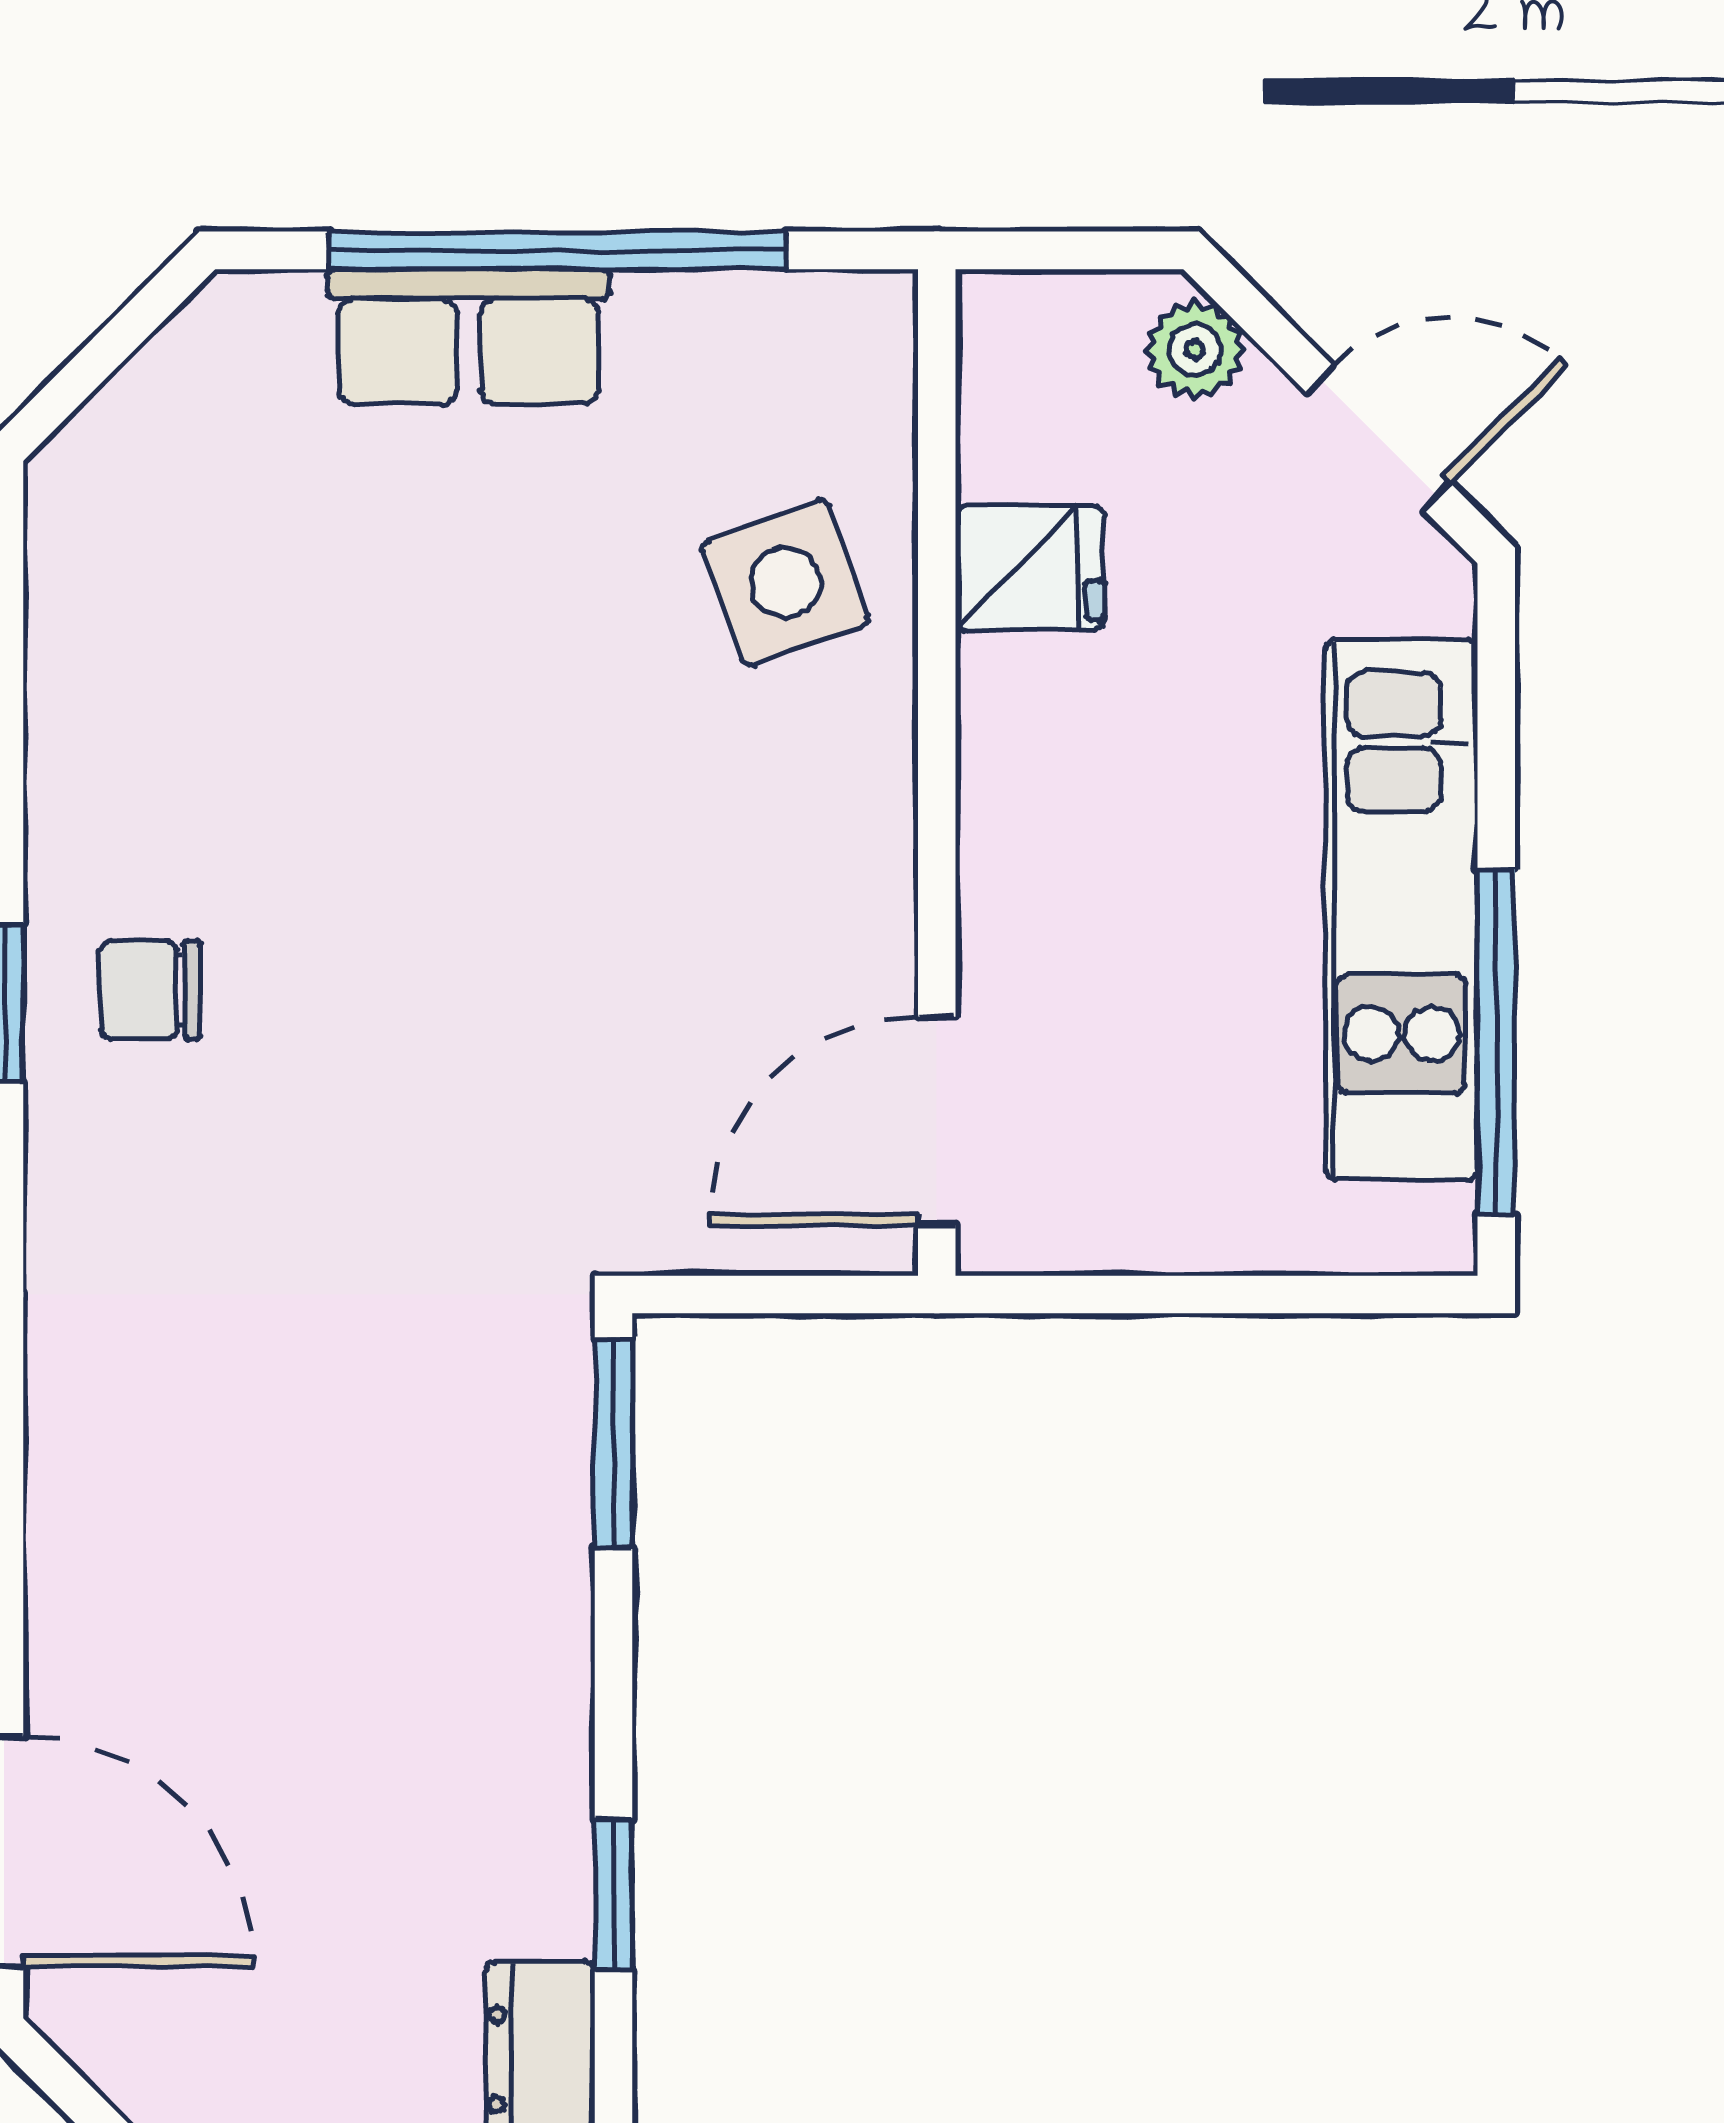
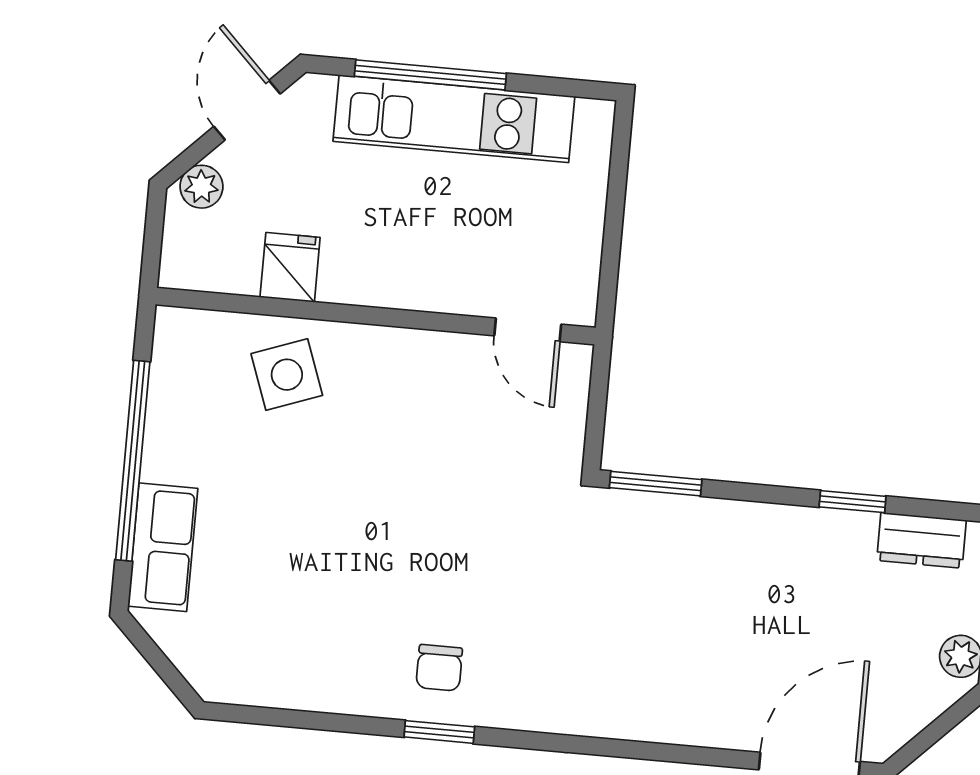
row of seats: (468, 337) -> (163, 547), moved
window: (1496, 1042) -> (430, 75), moved
door: (937, 1121) -> (528, 330), width x0.73

